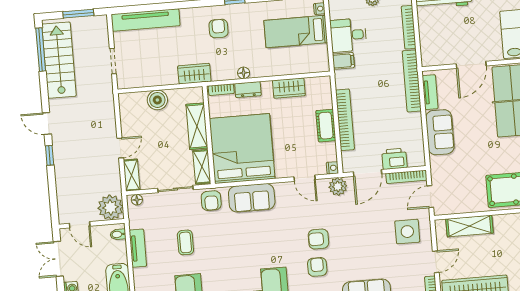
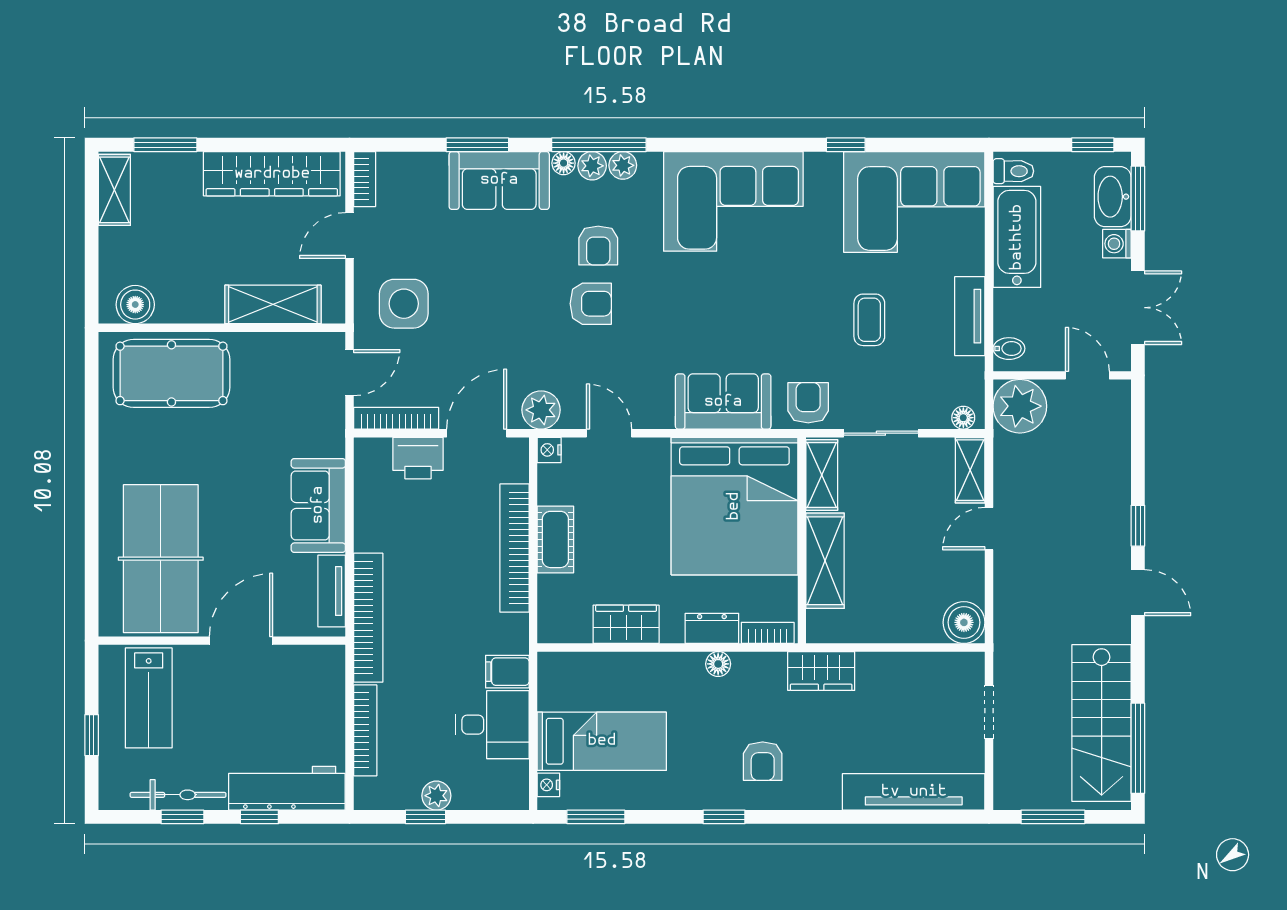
boiler: (157, 100) -> (964, 622), moved

